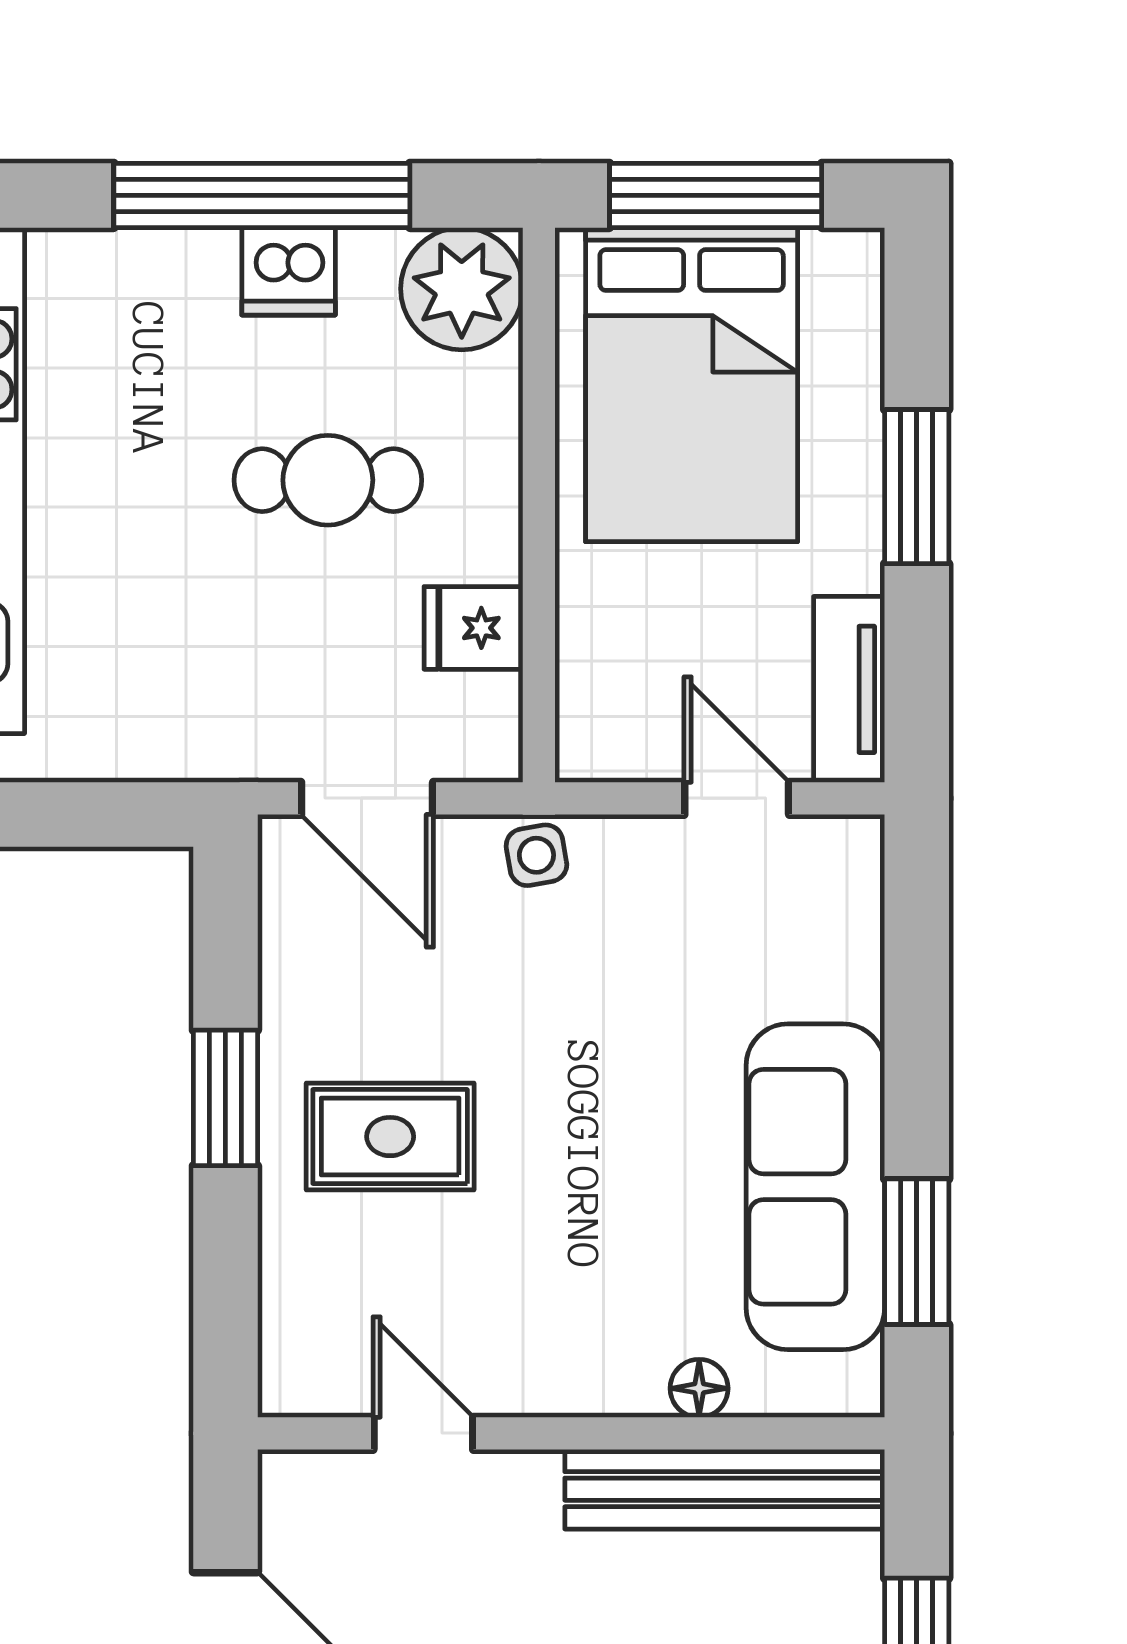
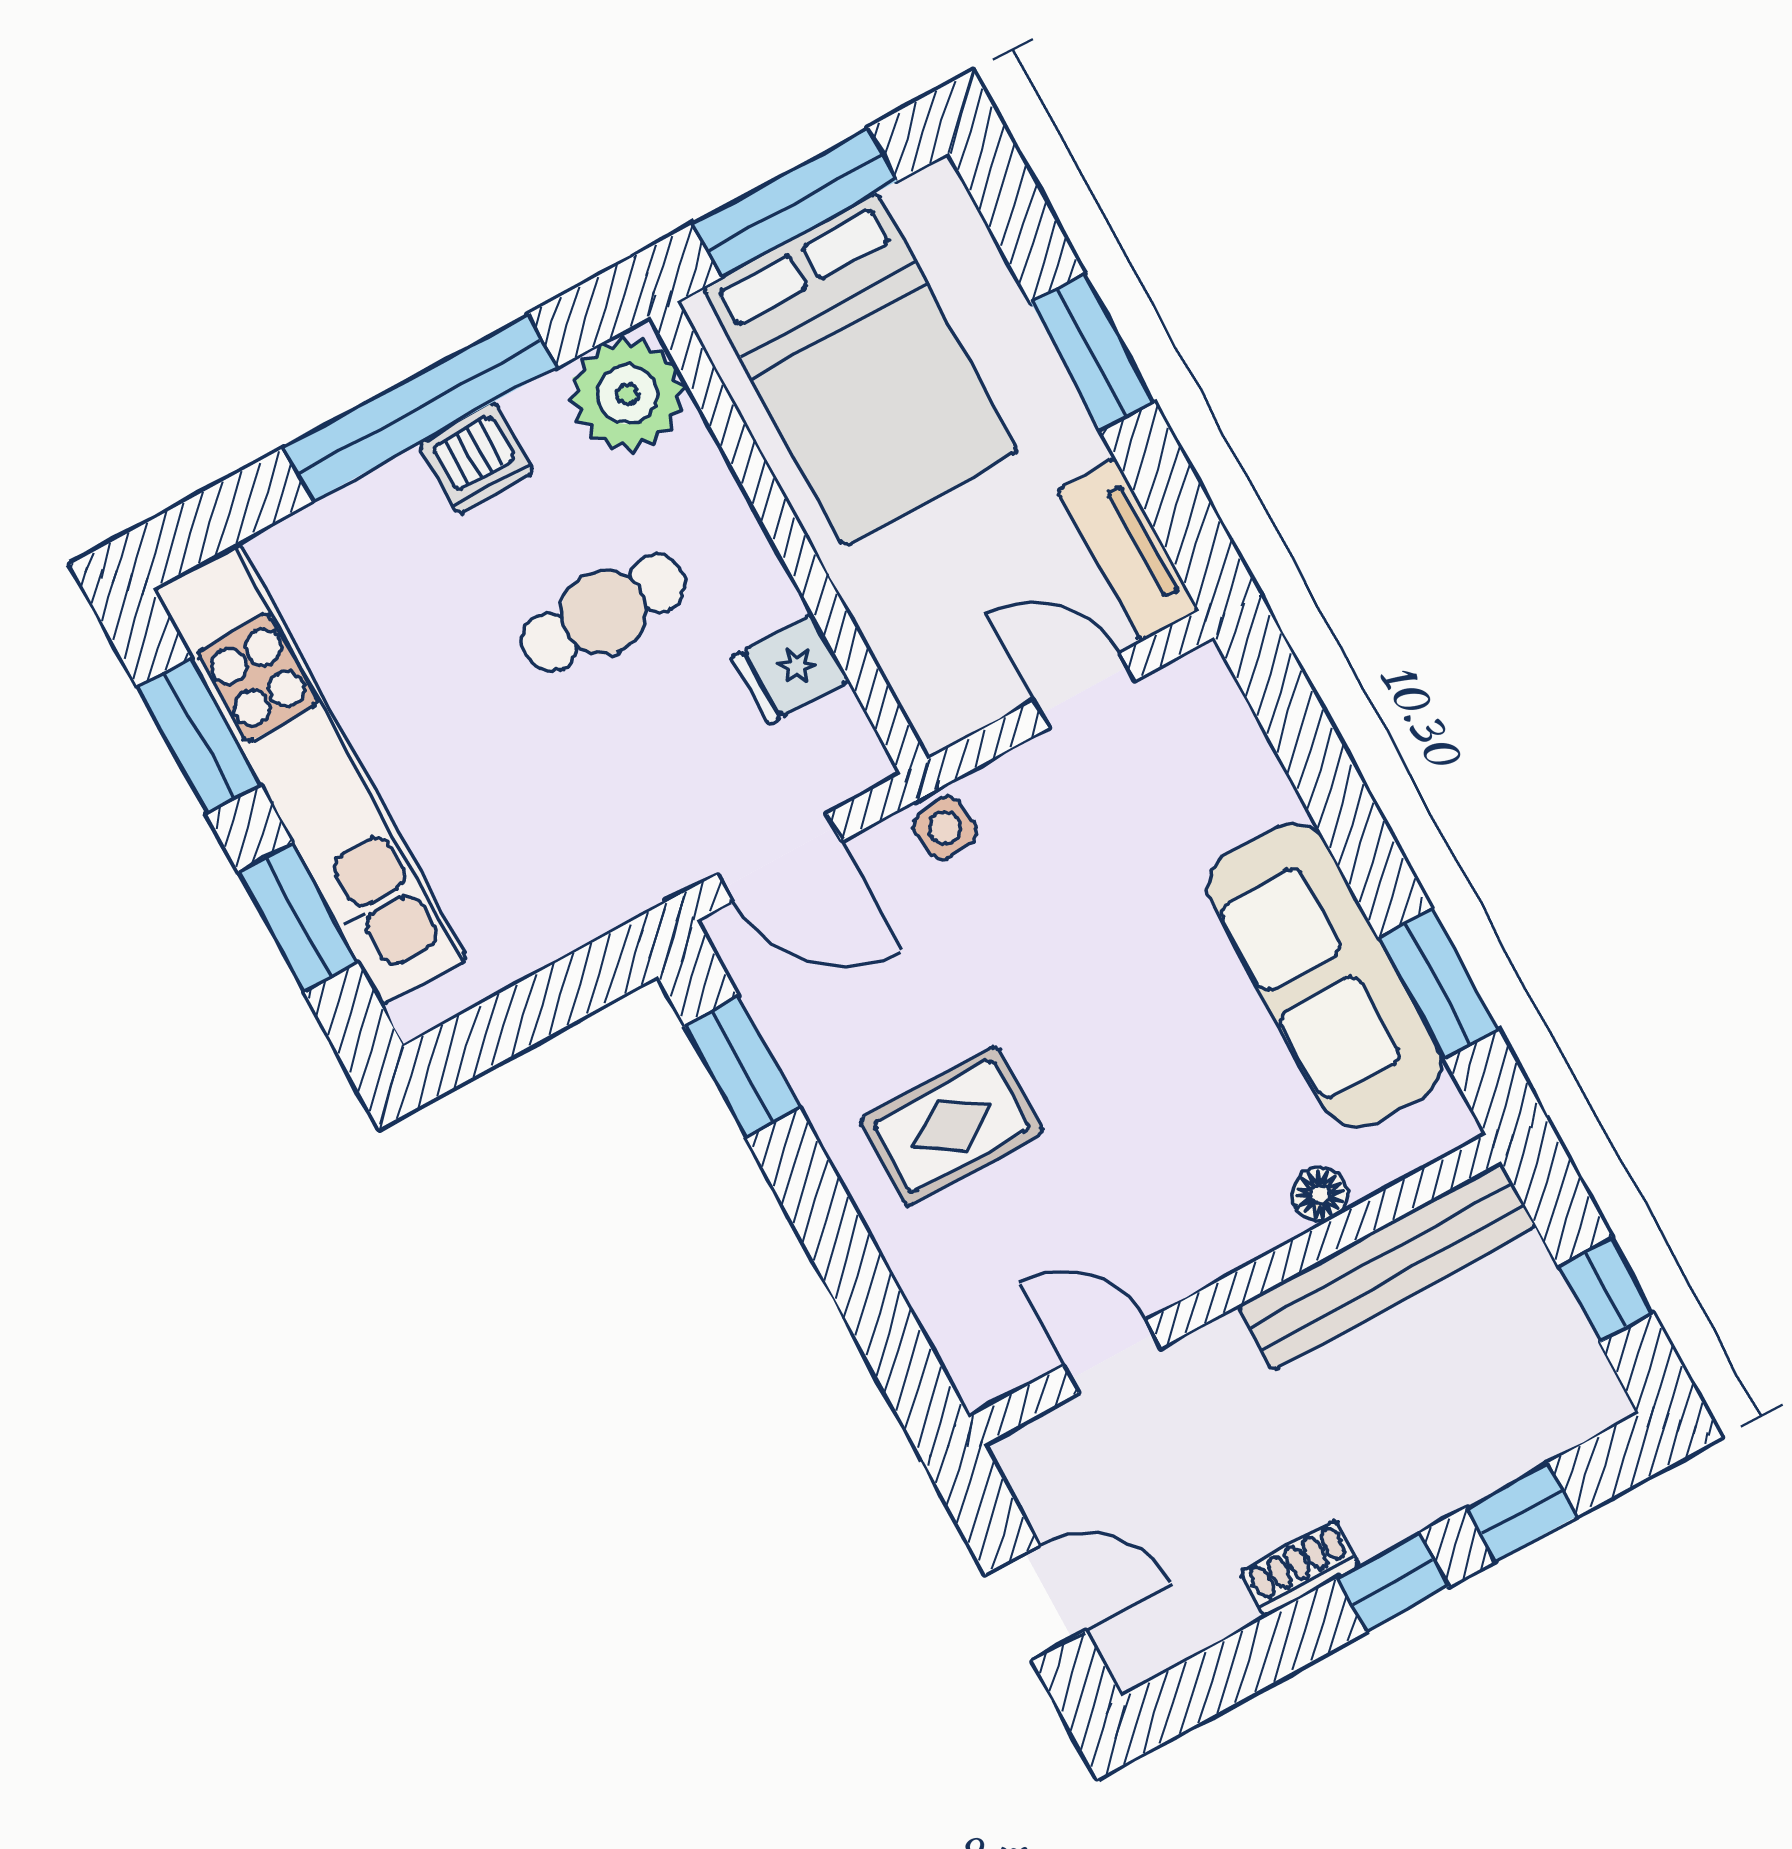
window: (225, 1098) -> (742, 1067), moved

